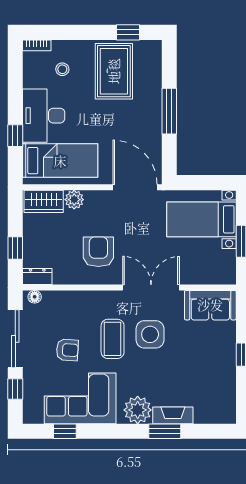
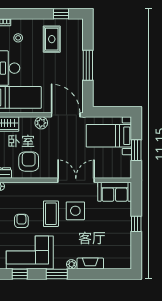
rug: (114, 71) -> (52, 39), width x0.73, depth x0.70
plant: (74, 200) -> (41, 123), moved
armchair: (98, 252) -> (29, 162), moved
armchair: (67, 350) -> (21, 221), turned -94
plant: (138, 410) -> (71, 264), width x0.53, depth x0.53
window: (165, 431) -> (57, 274), moved

